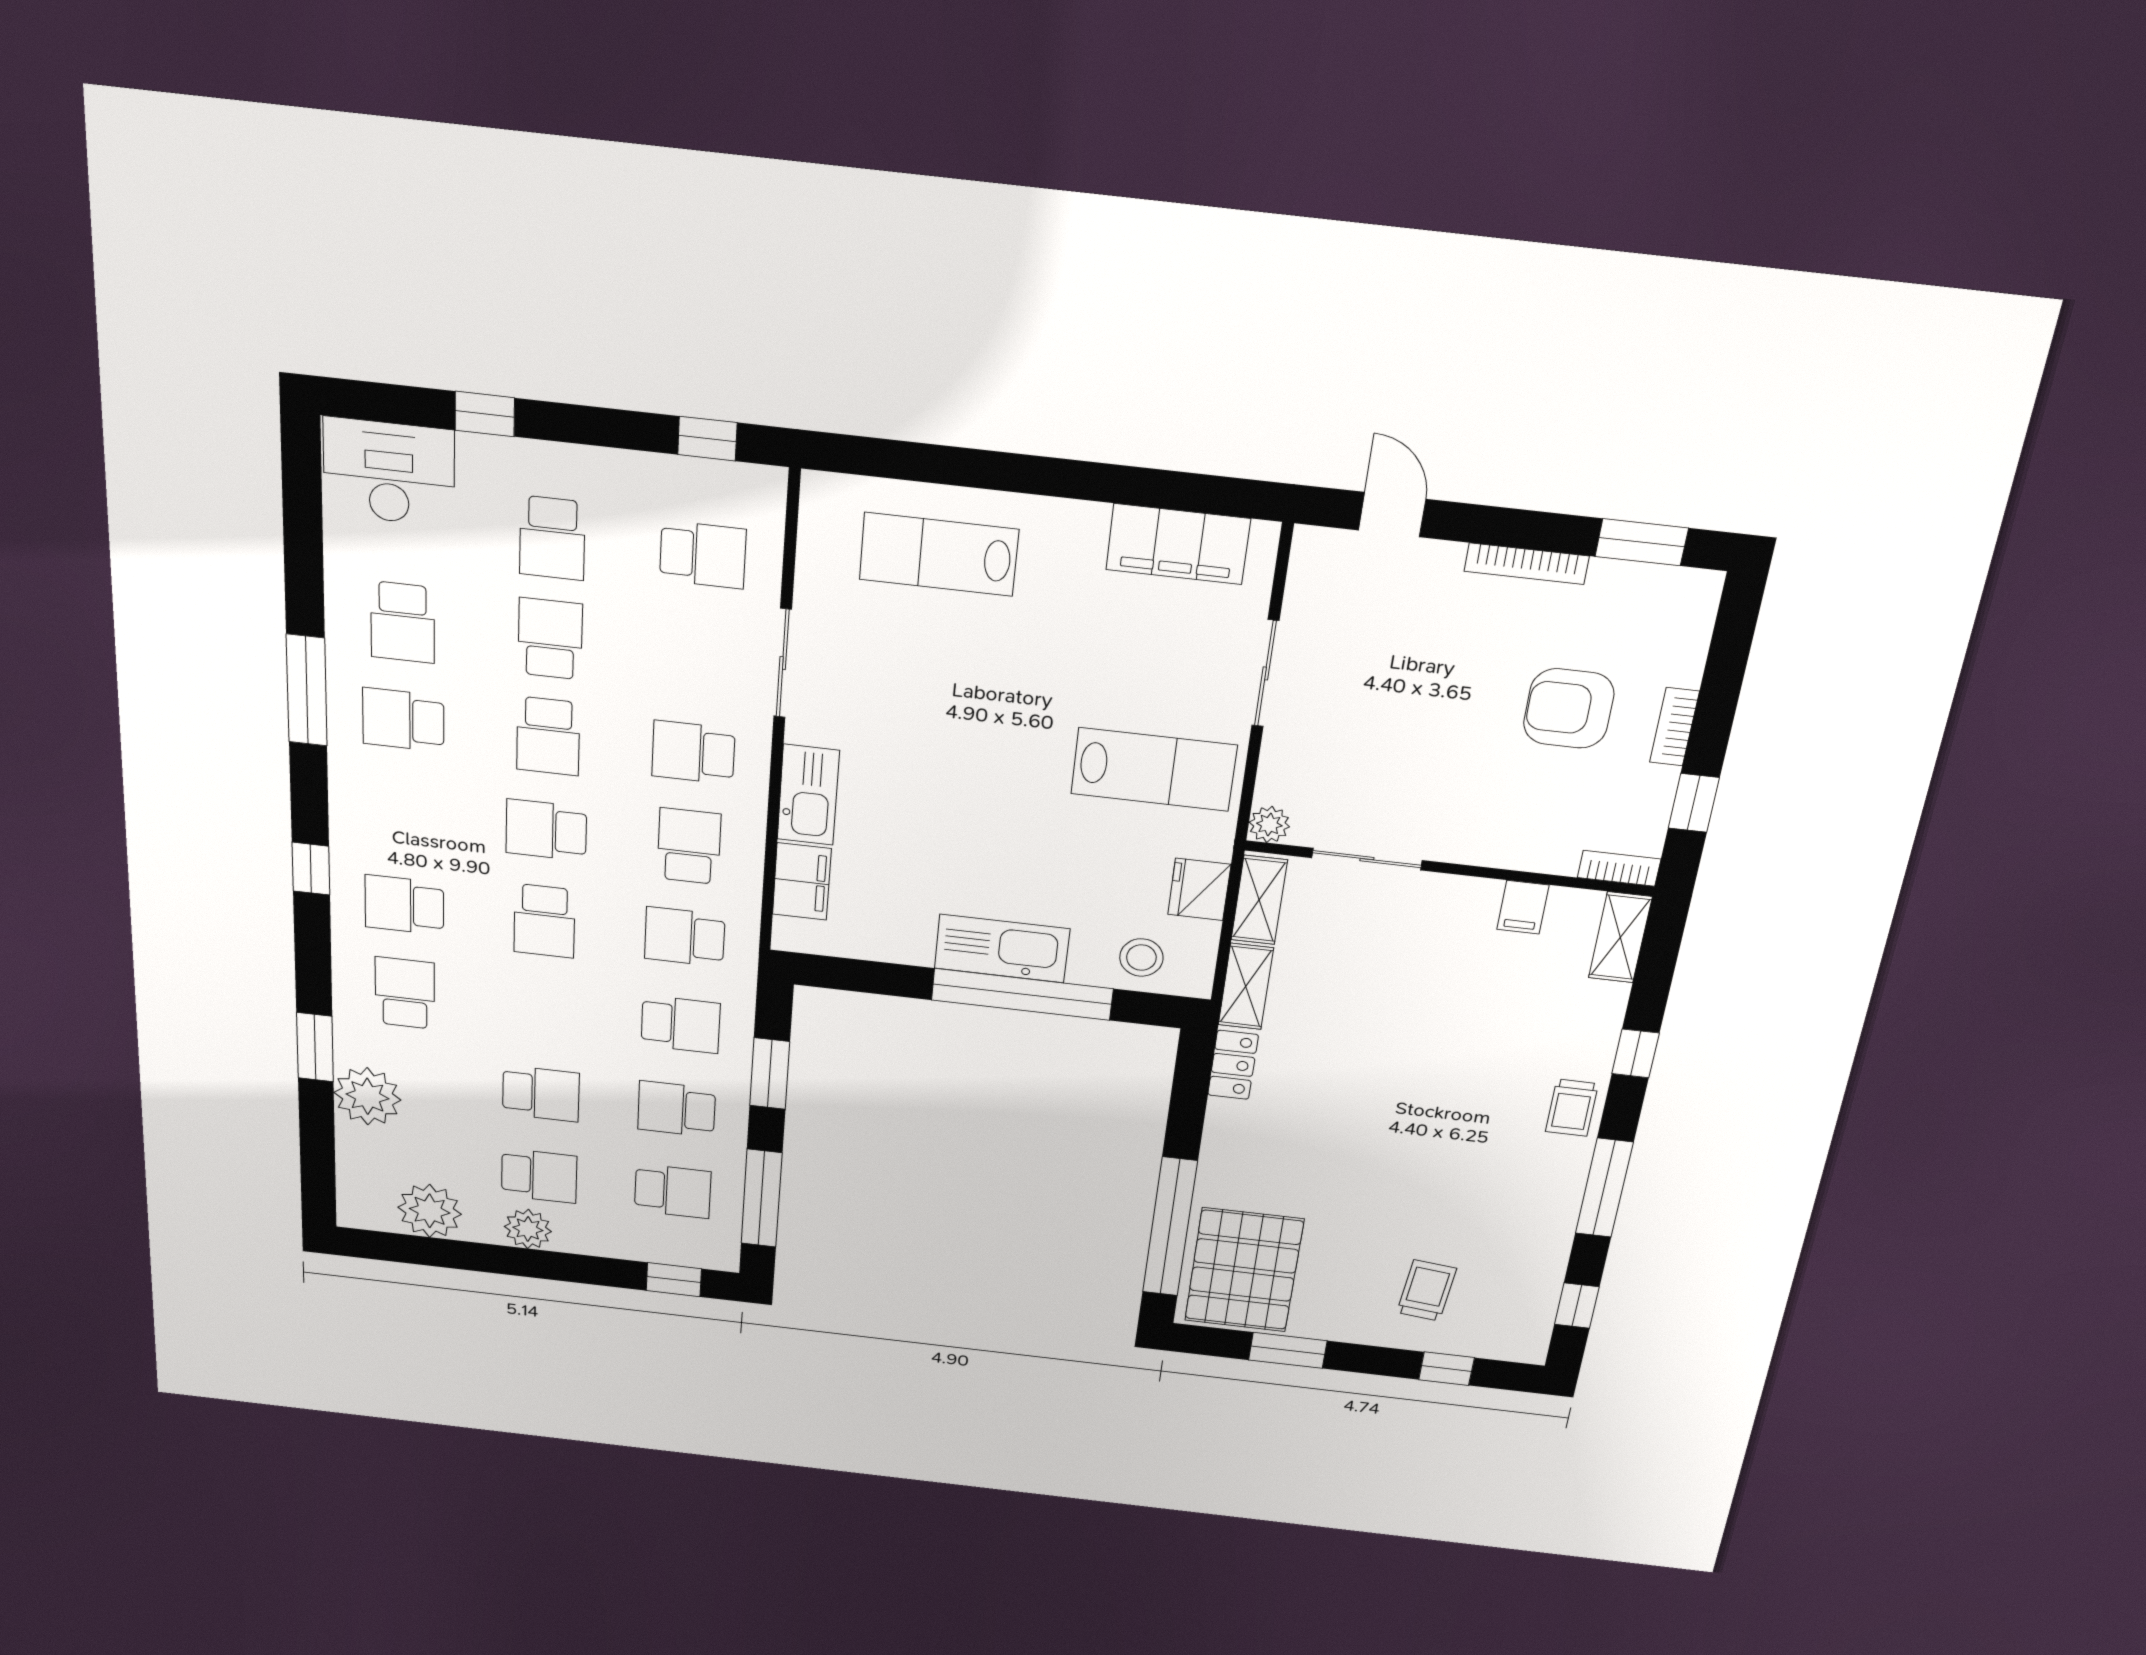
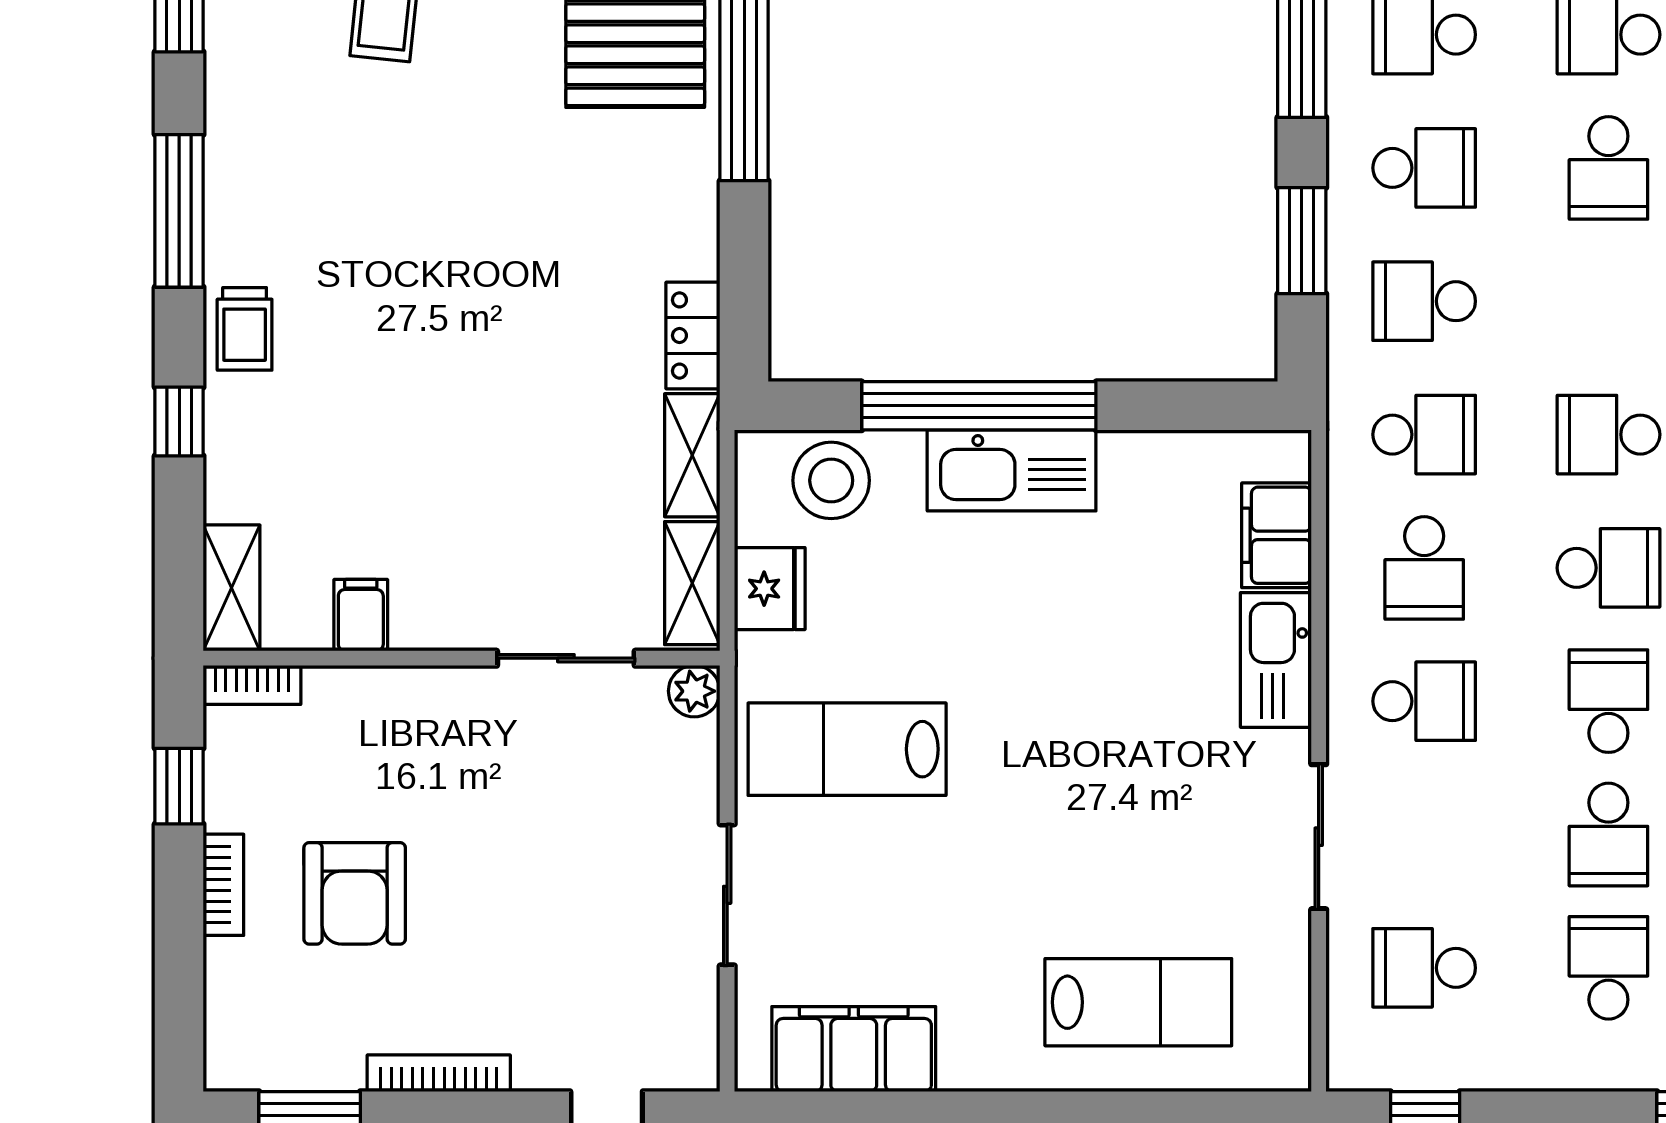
armchair: (1569, 708) -> (355, 893), turned 90
school desk: (544, 921) -> (1608, 435), turned -90
stool: (1141, 958) -> (831, 480), width x1.38, depth x1.38
school desk: (541, 1094) -> (1608, 168), turned -90
trolley: (1572, 1108) -> (245, 329), turned 180

